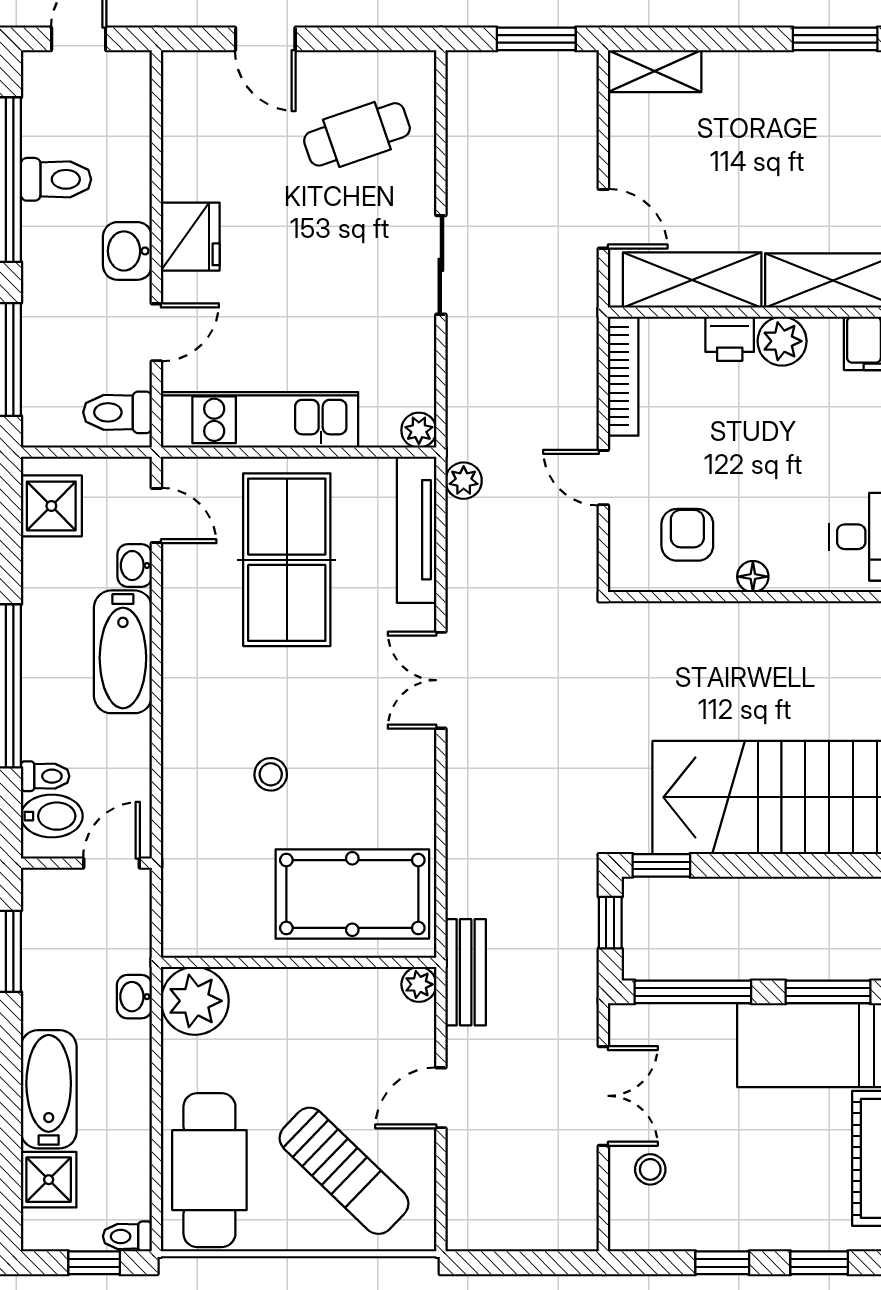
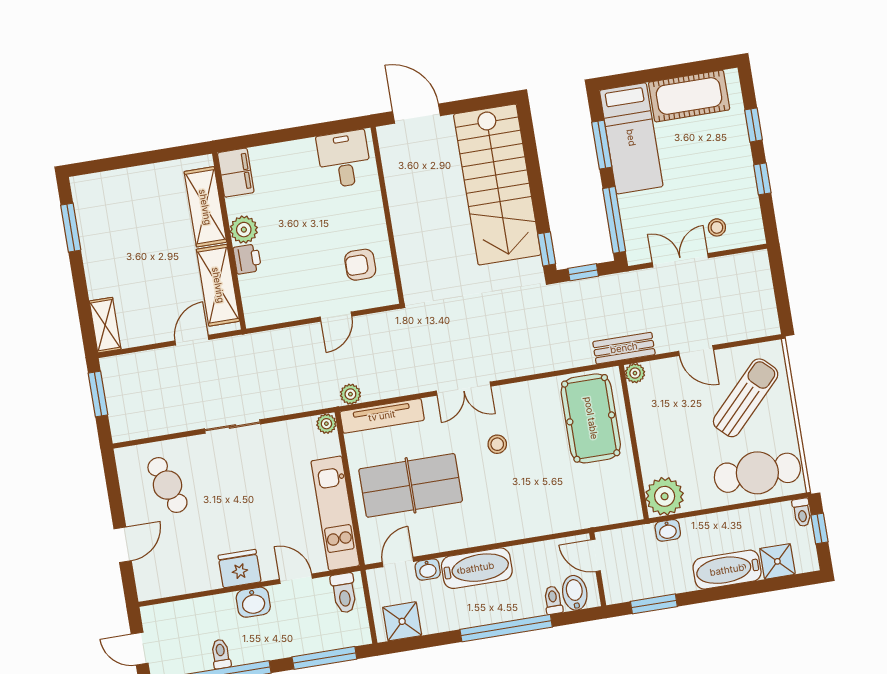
toilet: (56, 179) -> (221, 654), width x0.73, depth x0.72
bookcase: (623, 376) -> (278, 315), removed
floor lamp: (753, 577) -> (377, 224), removed
stool: (271, 774) -> (497, 444), moved

